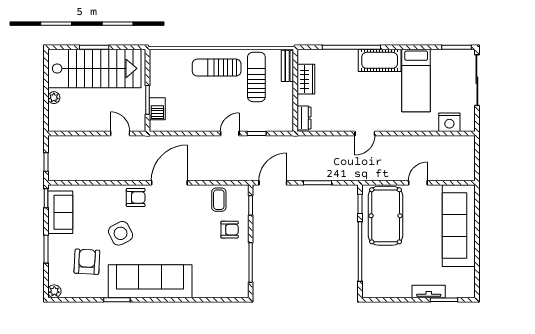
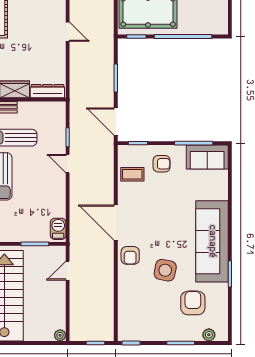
plant: (54, 98) -> (60, 335), moved
barbecue: (157, 109) -> (58, 229), moved, turned -90
dresser: (304, 118) -> (47, 91), width x1.44
armchair: (136, 197) -> (130, 255), turned 180
sofa: (60, 212) -> (207, 157), moved, turned 180
armchair: (230, 230) -> (162, 164), turned 90
side table: (121, 233) -> (165, 270), turned 38
armchair: (87, 262) -> (193, 303), turned 87
plant: (54, 291) -> (209, 335), moved

